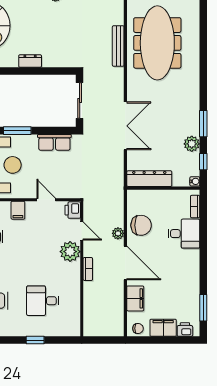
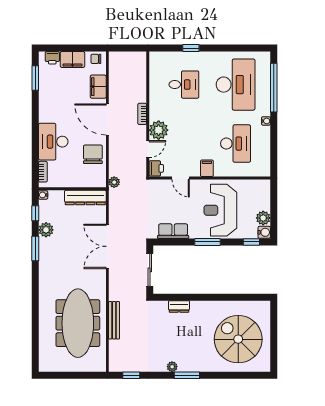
dresser: (30, 61) -> (179, 306), moved
chair: (141, 225) -> (93, 154), turned 90
door: (82, 231) -> (148, 149), swing flipped
plant: (118, 233) -> (114, 182), moved
desk: (184, 234) -> (53, 142), width x1.37

